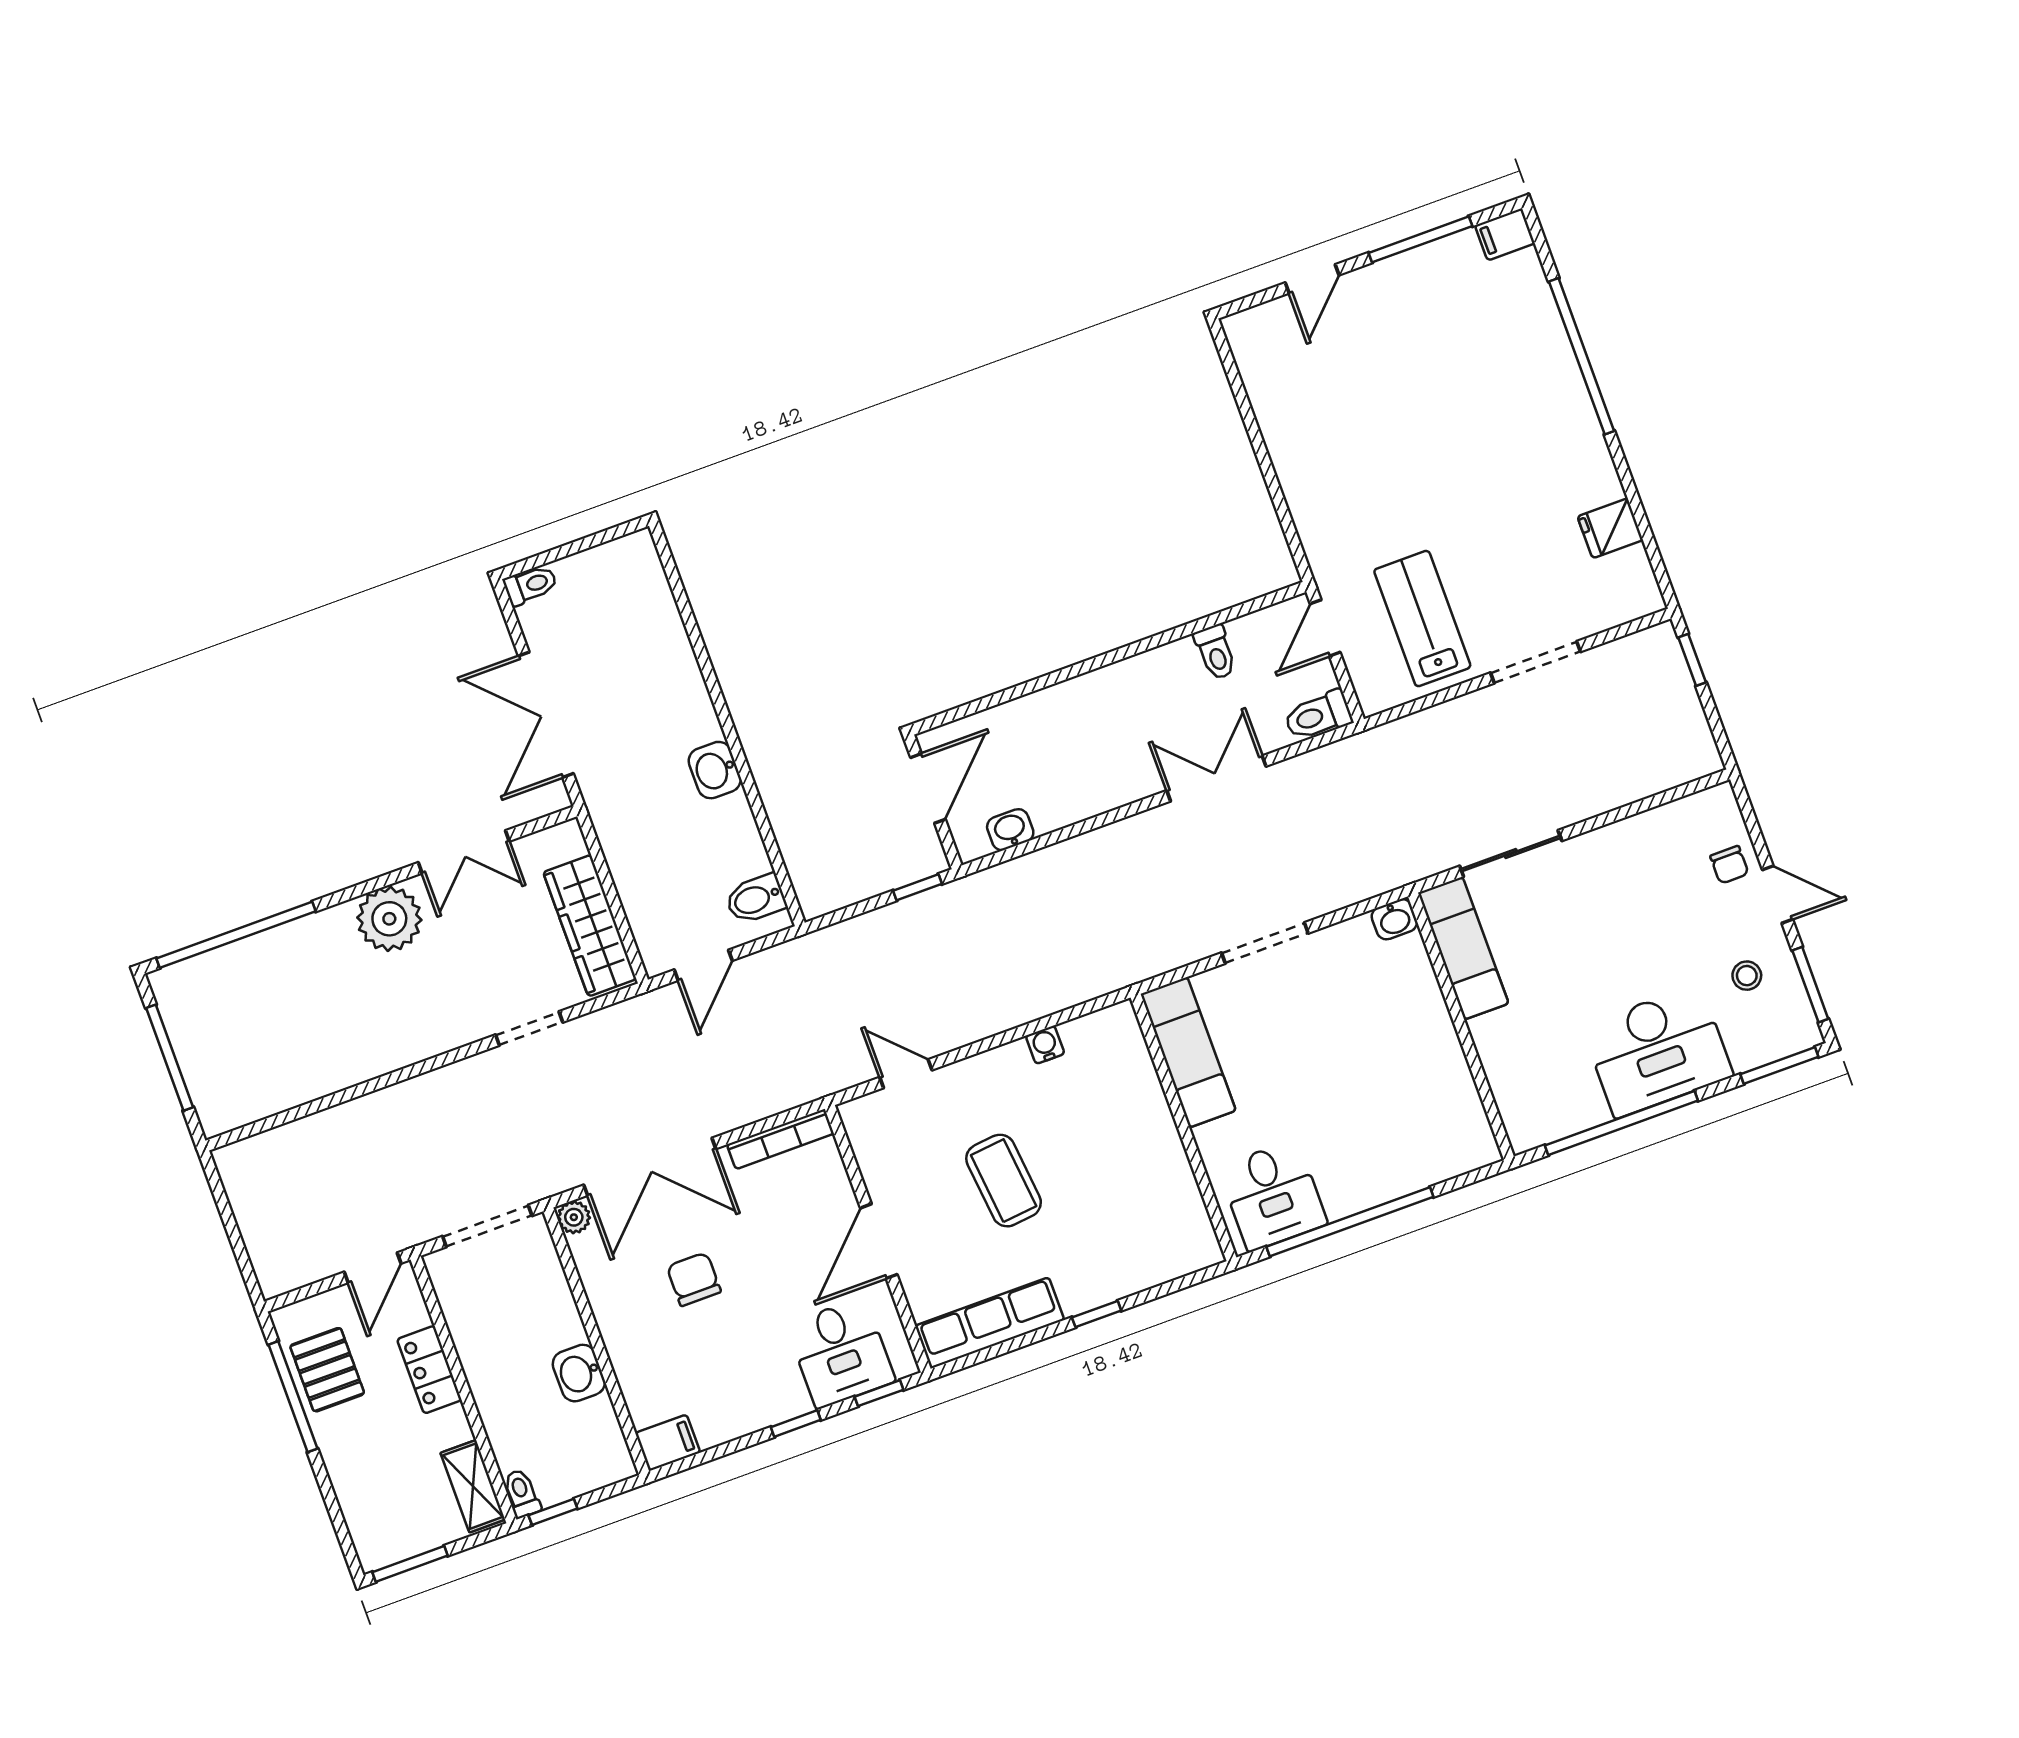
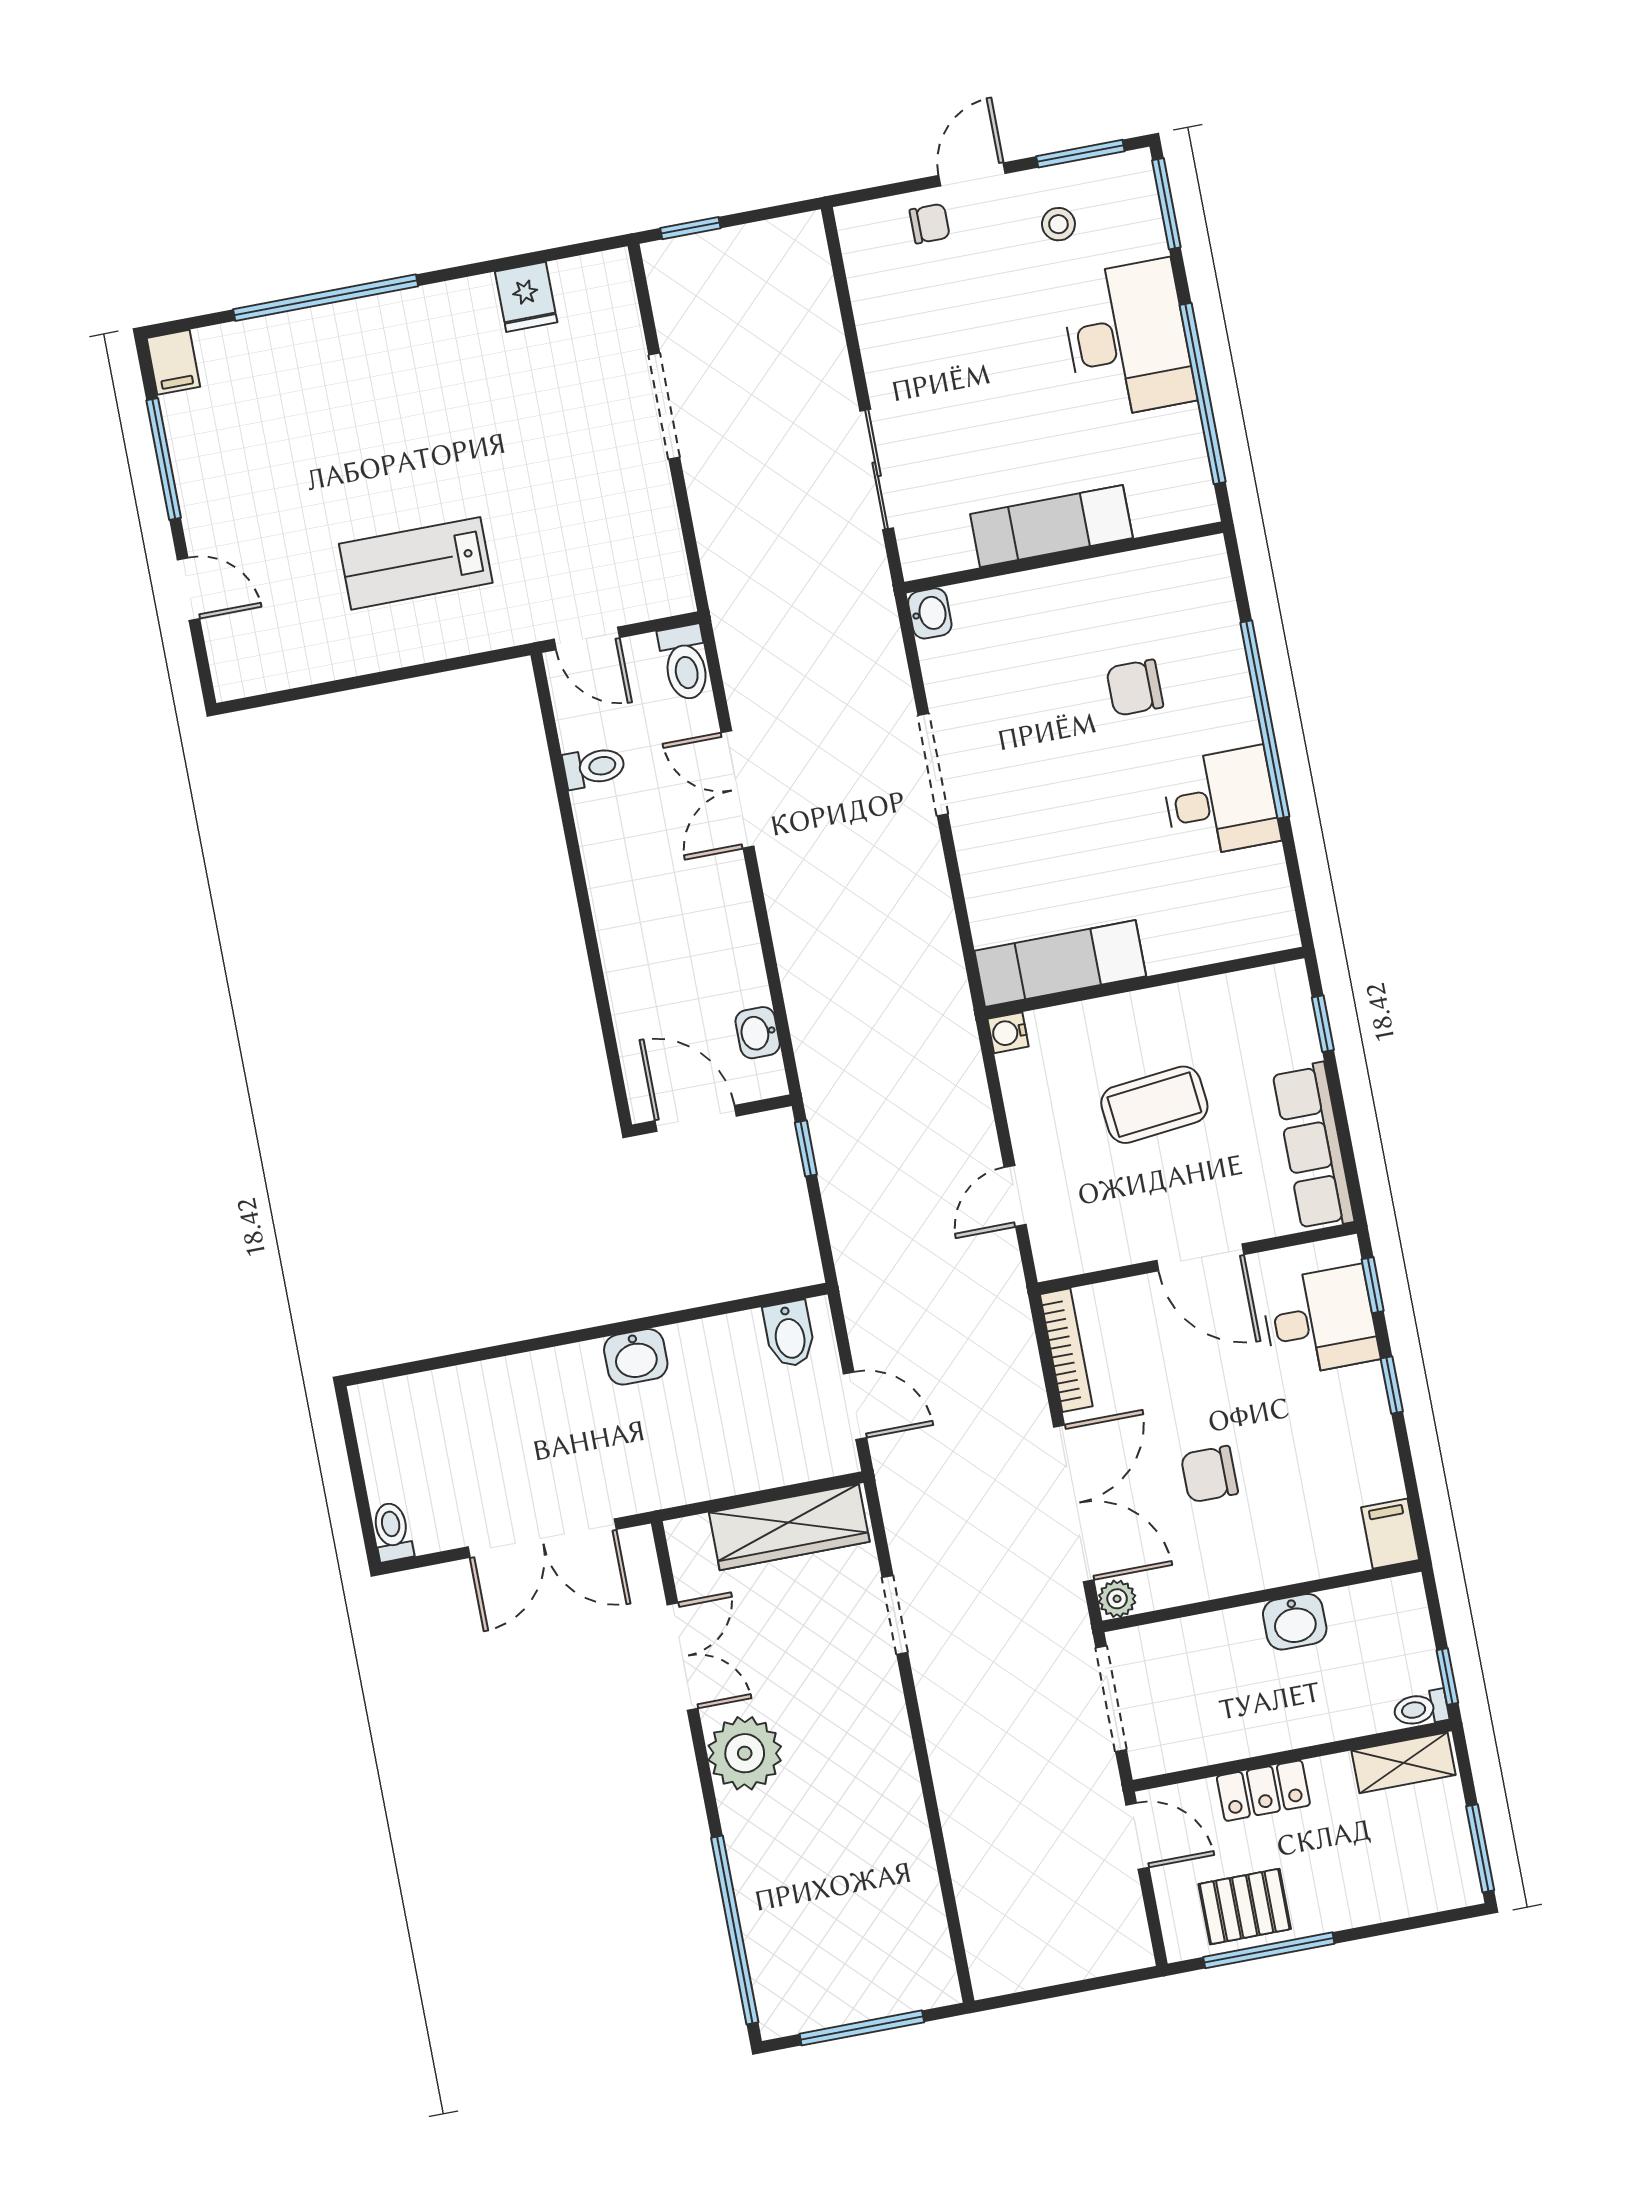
lab bench: (1422, 619) -> (416, 563), moved
exam couch: (1463, 948) -> (1051, 526), moved
exam couch: (1188, 1052) -> (1060, 963), moved
chair: (1359, 1106) -> (1135, 688), added
wall: (1184, 1127) -> (1145, 983), moved

